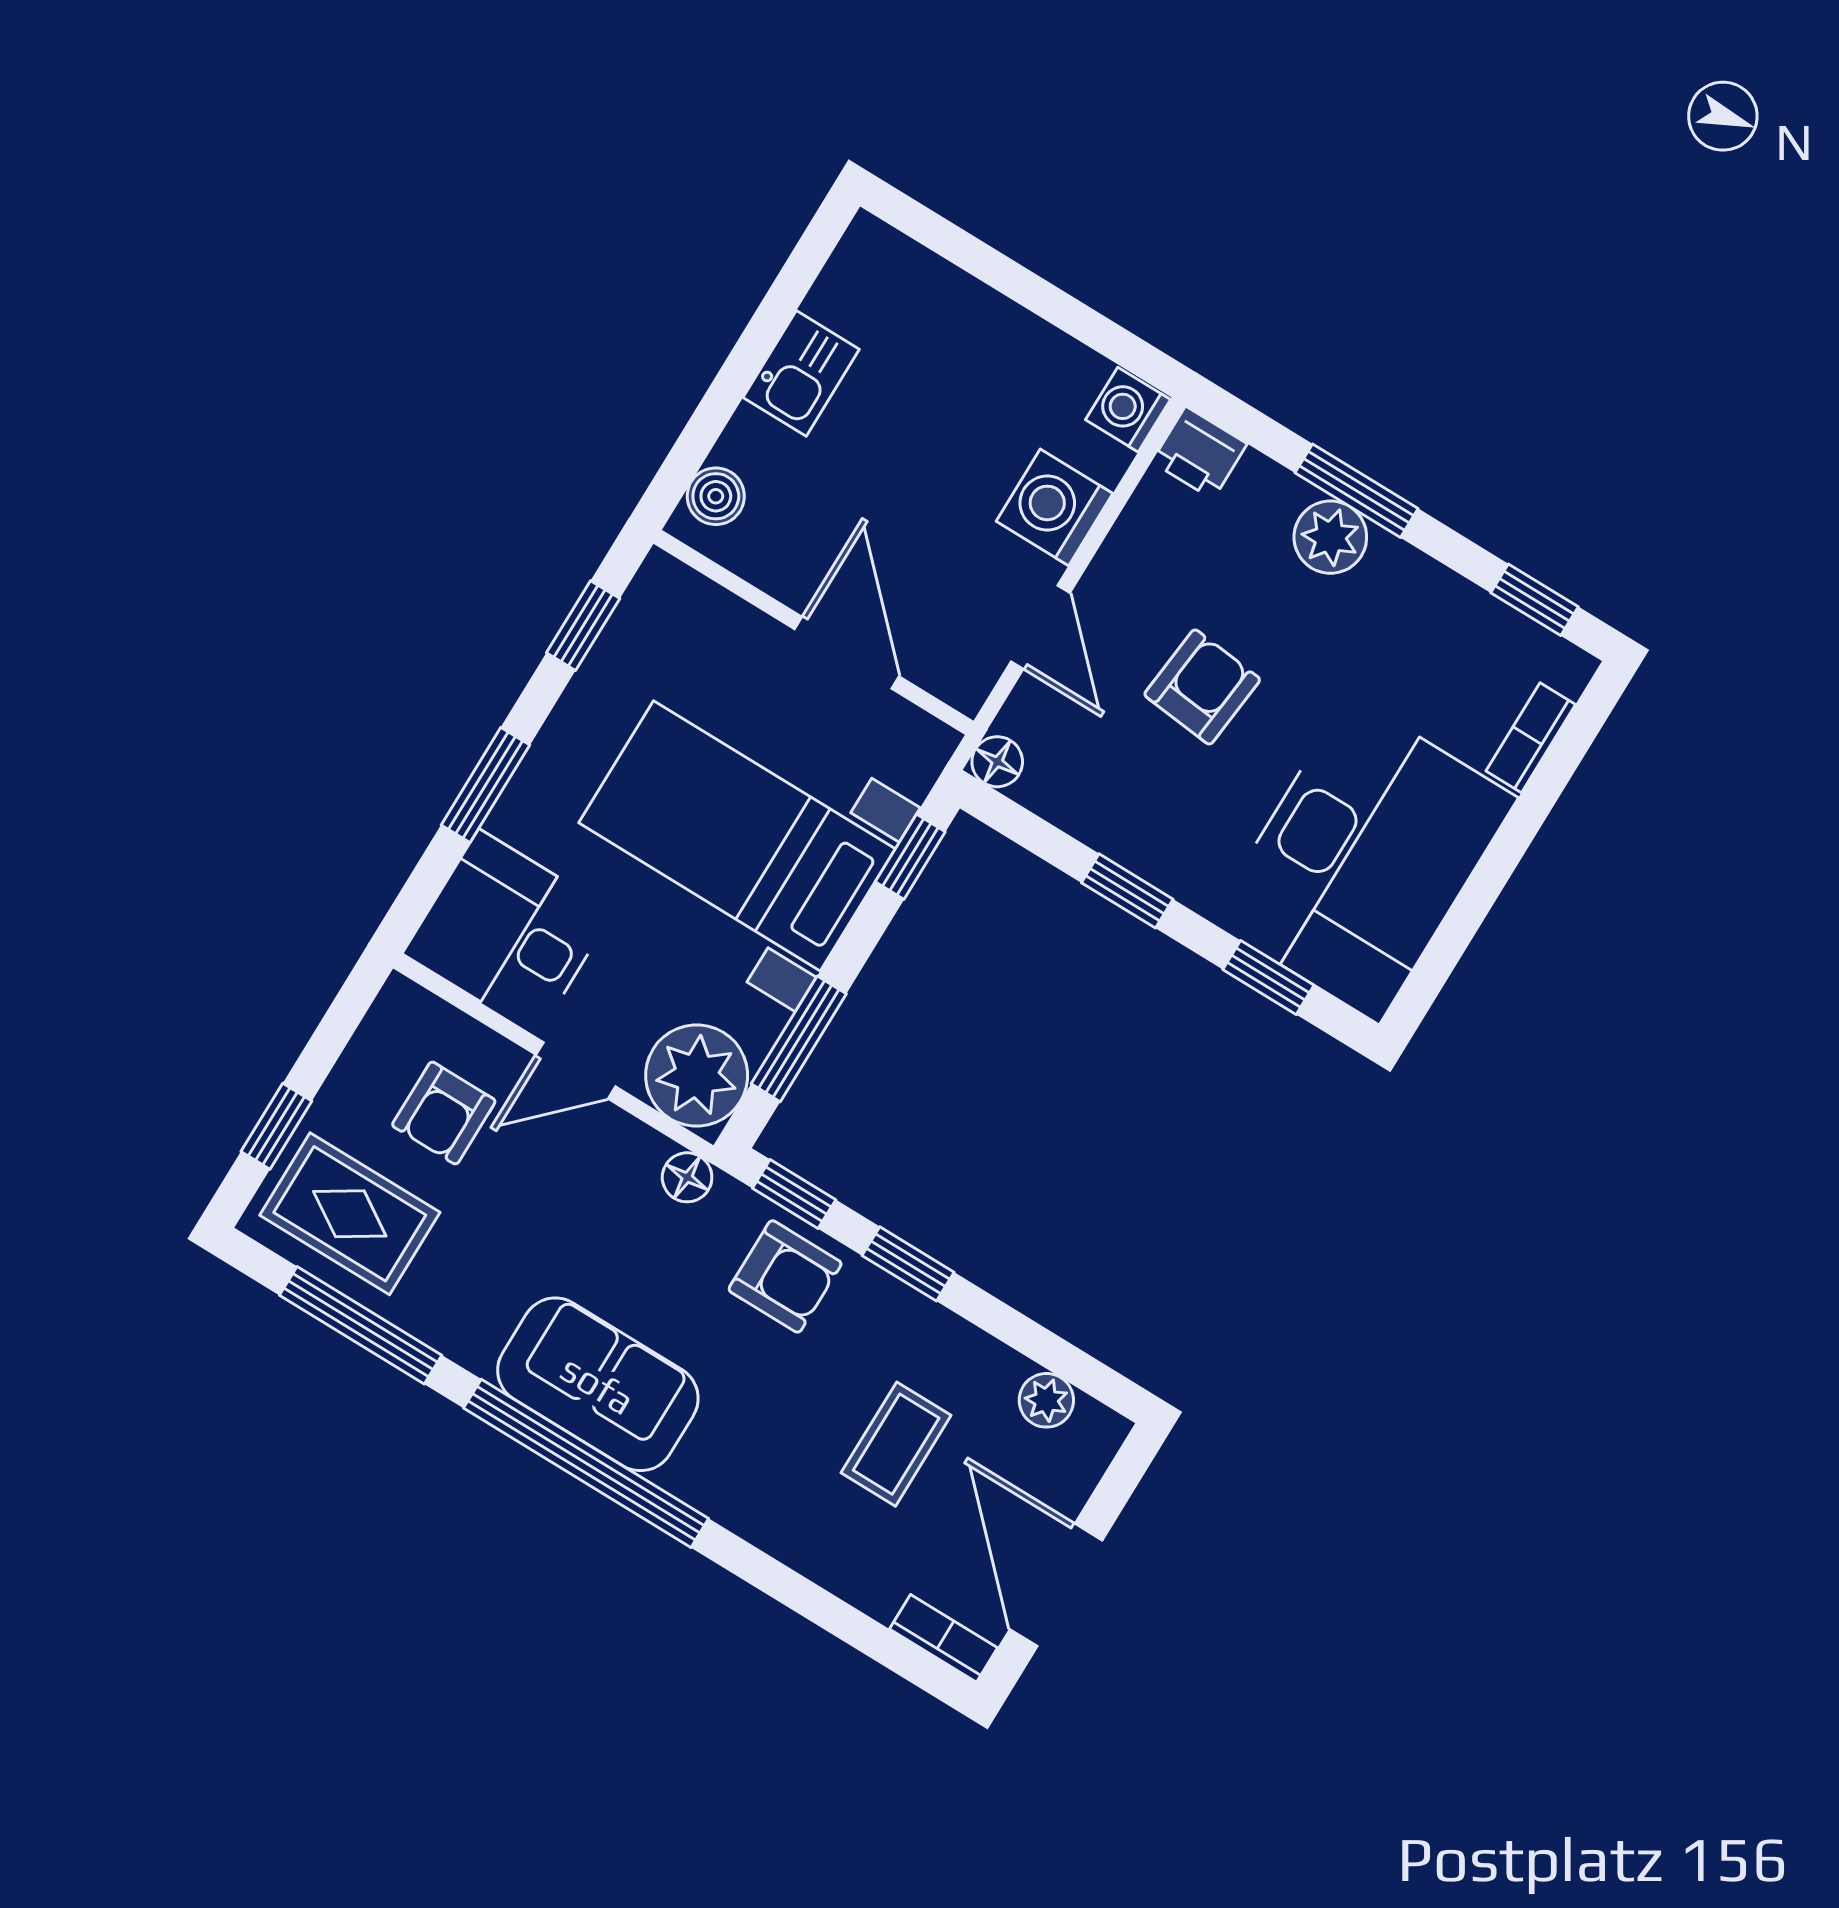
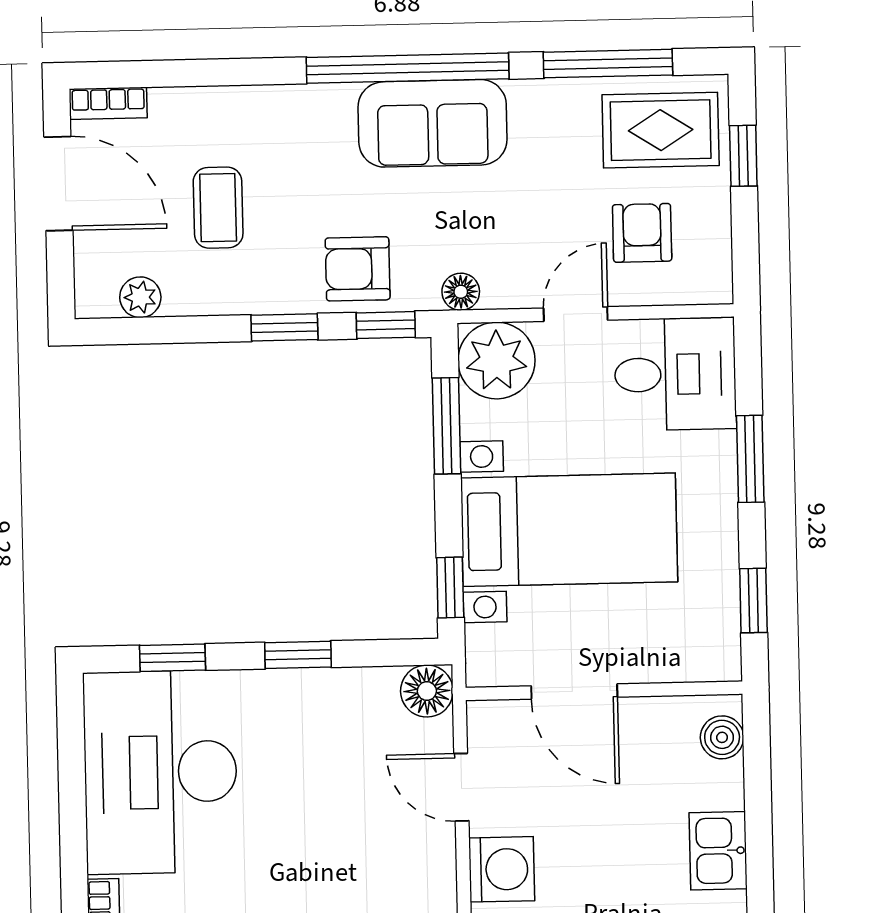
armchair: (1202, 687) -> (334, 816), removed
floor lamp: (997, 762) -> (427, 691), width x1.37, depth x1.37

